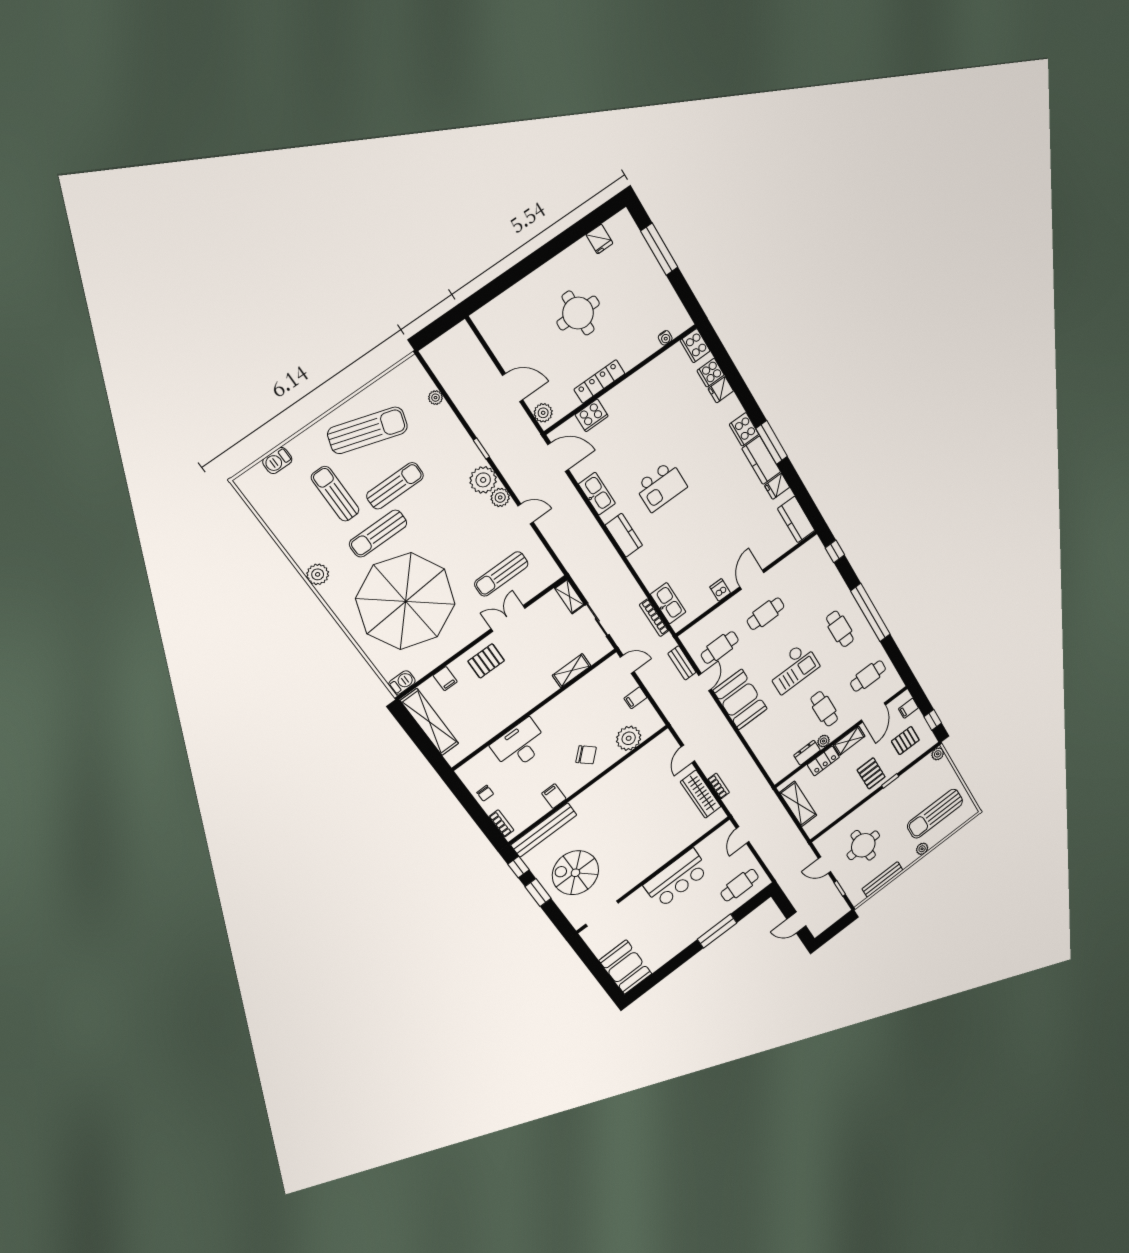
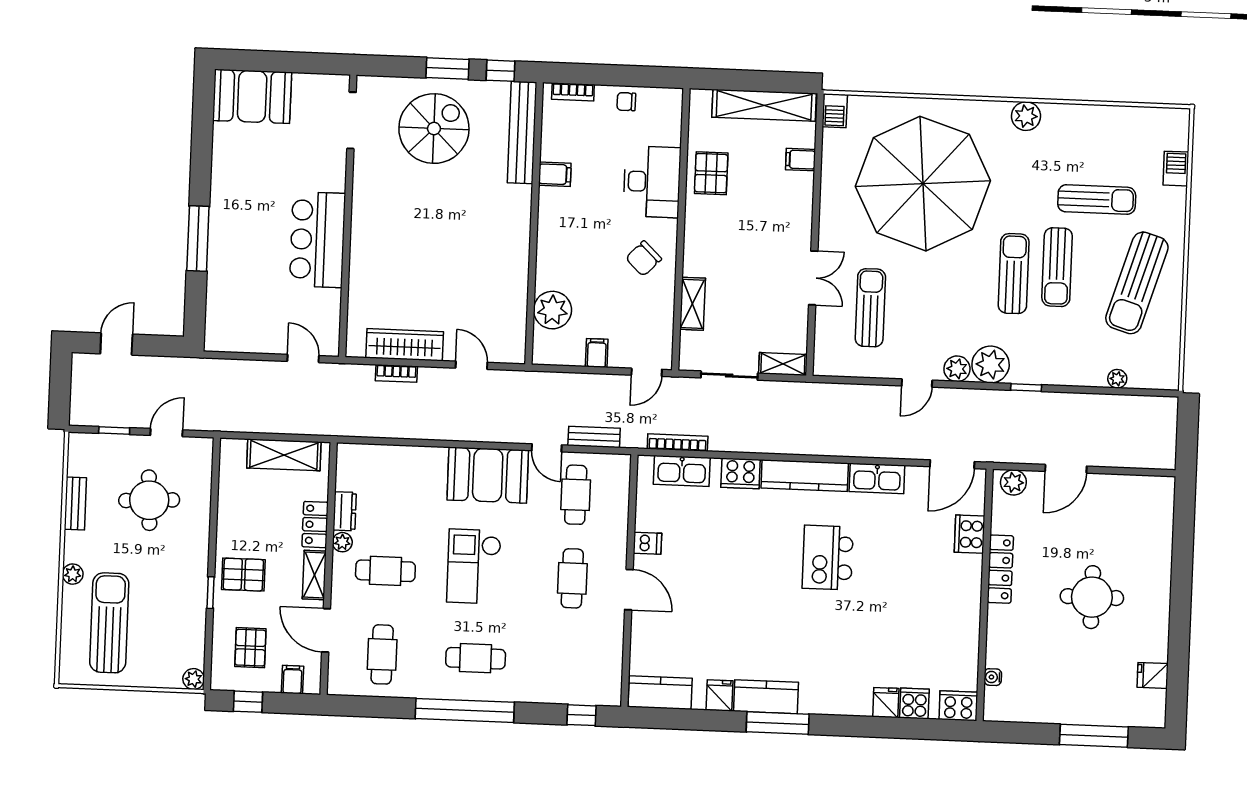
cooker: (744, 429) -> (741, 473), moved, turned 180
sun lounger: (378, 534) -> (1014, 274), moved
kitchen counter: (624, 535) -> (805, 476), width x1.50
pallet: (486, 661) -> (711, 173), moved
chair: (586, 755) -> (644, 258), moved
bench: (882, 879) -> (75, 504), width x0.73
cafe table: (740, 885) -> (237, 309), removed

